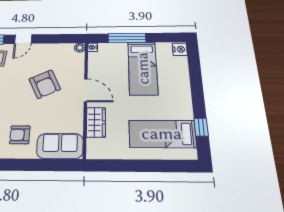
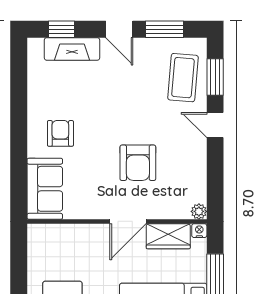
armchair: (45, 84) -> (138, 163), turned -65
wardrobe: (96, 122) -> (168, 236), moved

